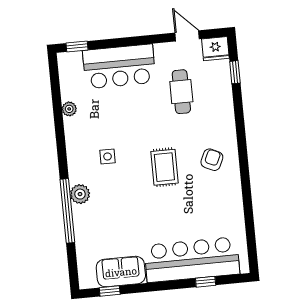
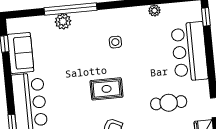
plant: (80, 194) -> (63, 21), moved

